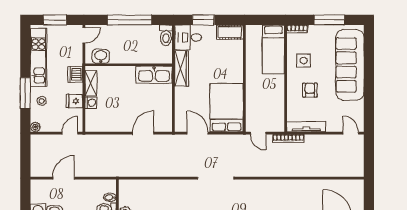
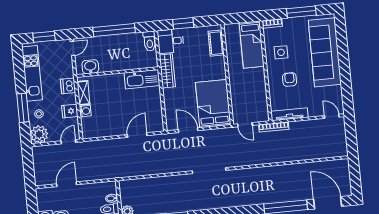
cot: (230, 32) -> (216, 43), moved, turned 90
plant: (35, 127) -> (39, 134), width x1.88, depth x1.88

